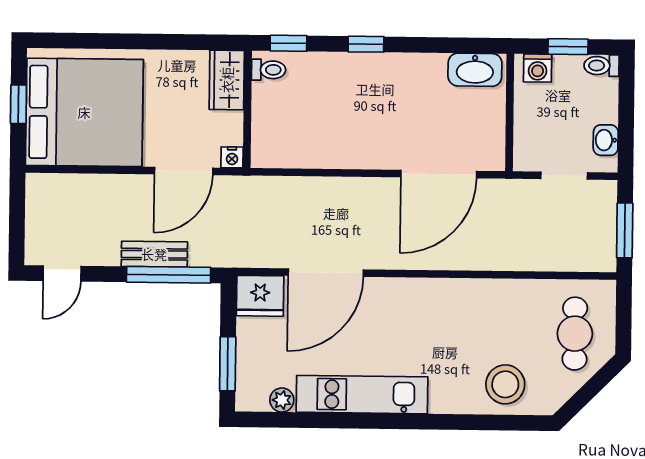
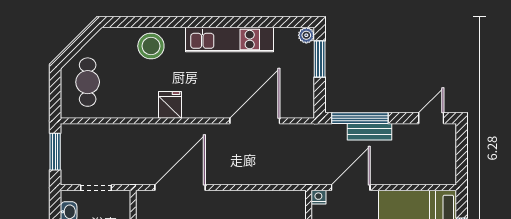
fridge: (260, 296) -> (170, 105), moved, width x0.72
stool: (505, 384) -> (151, 46), moved
plant: (282, 400) -> (306, 35), moved

